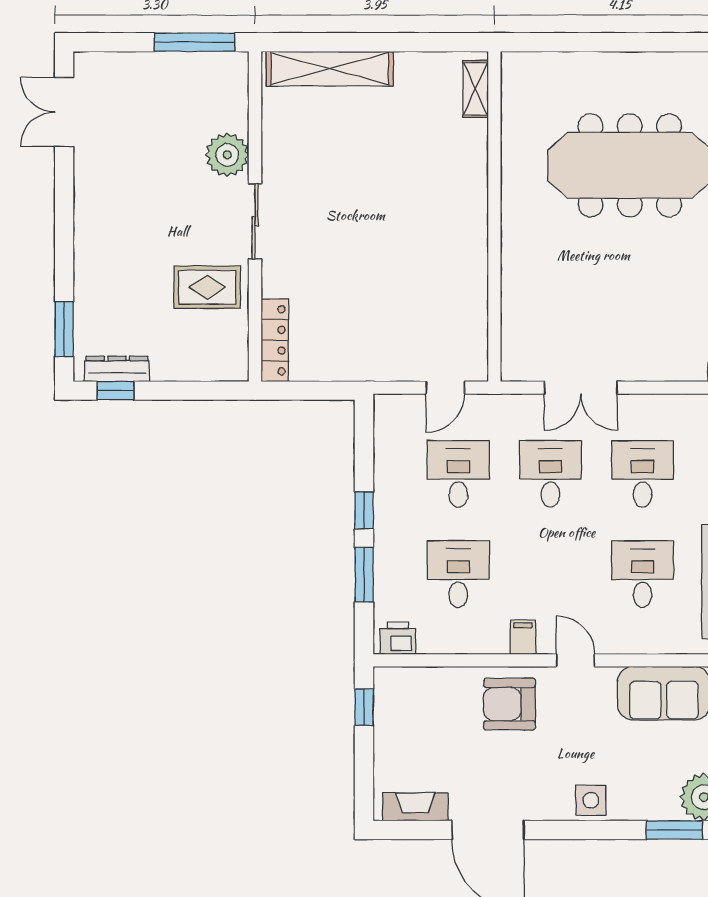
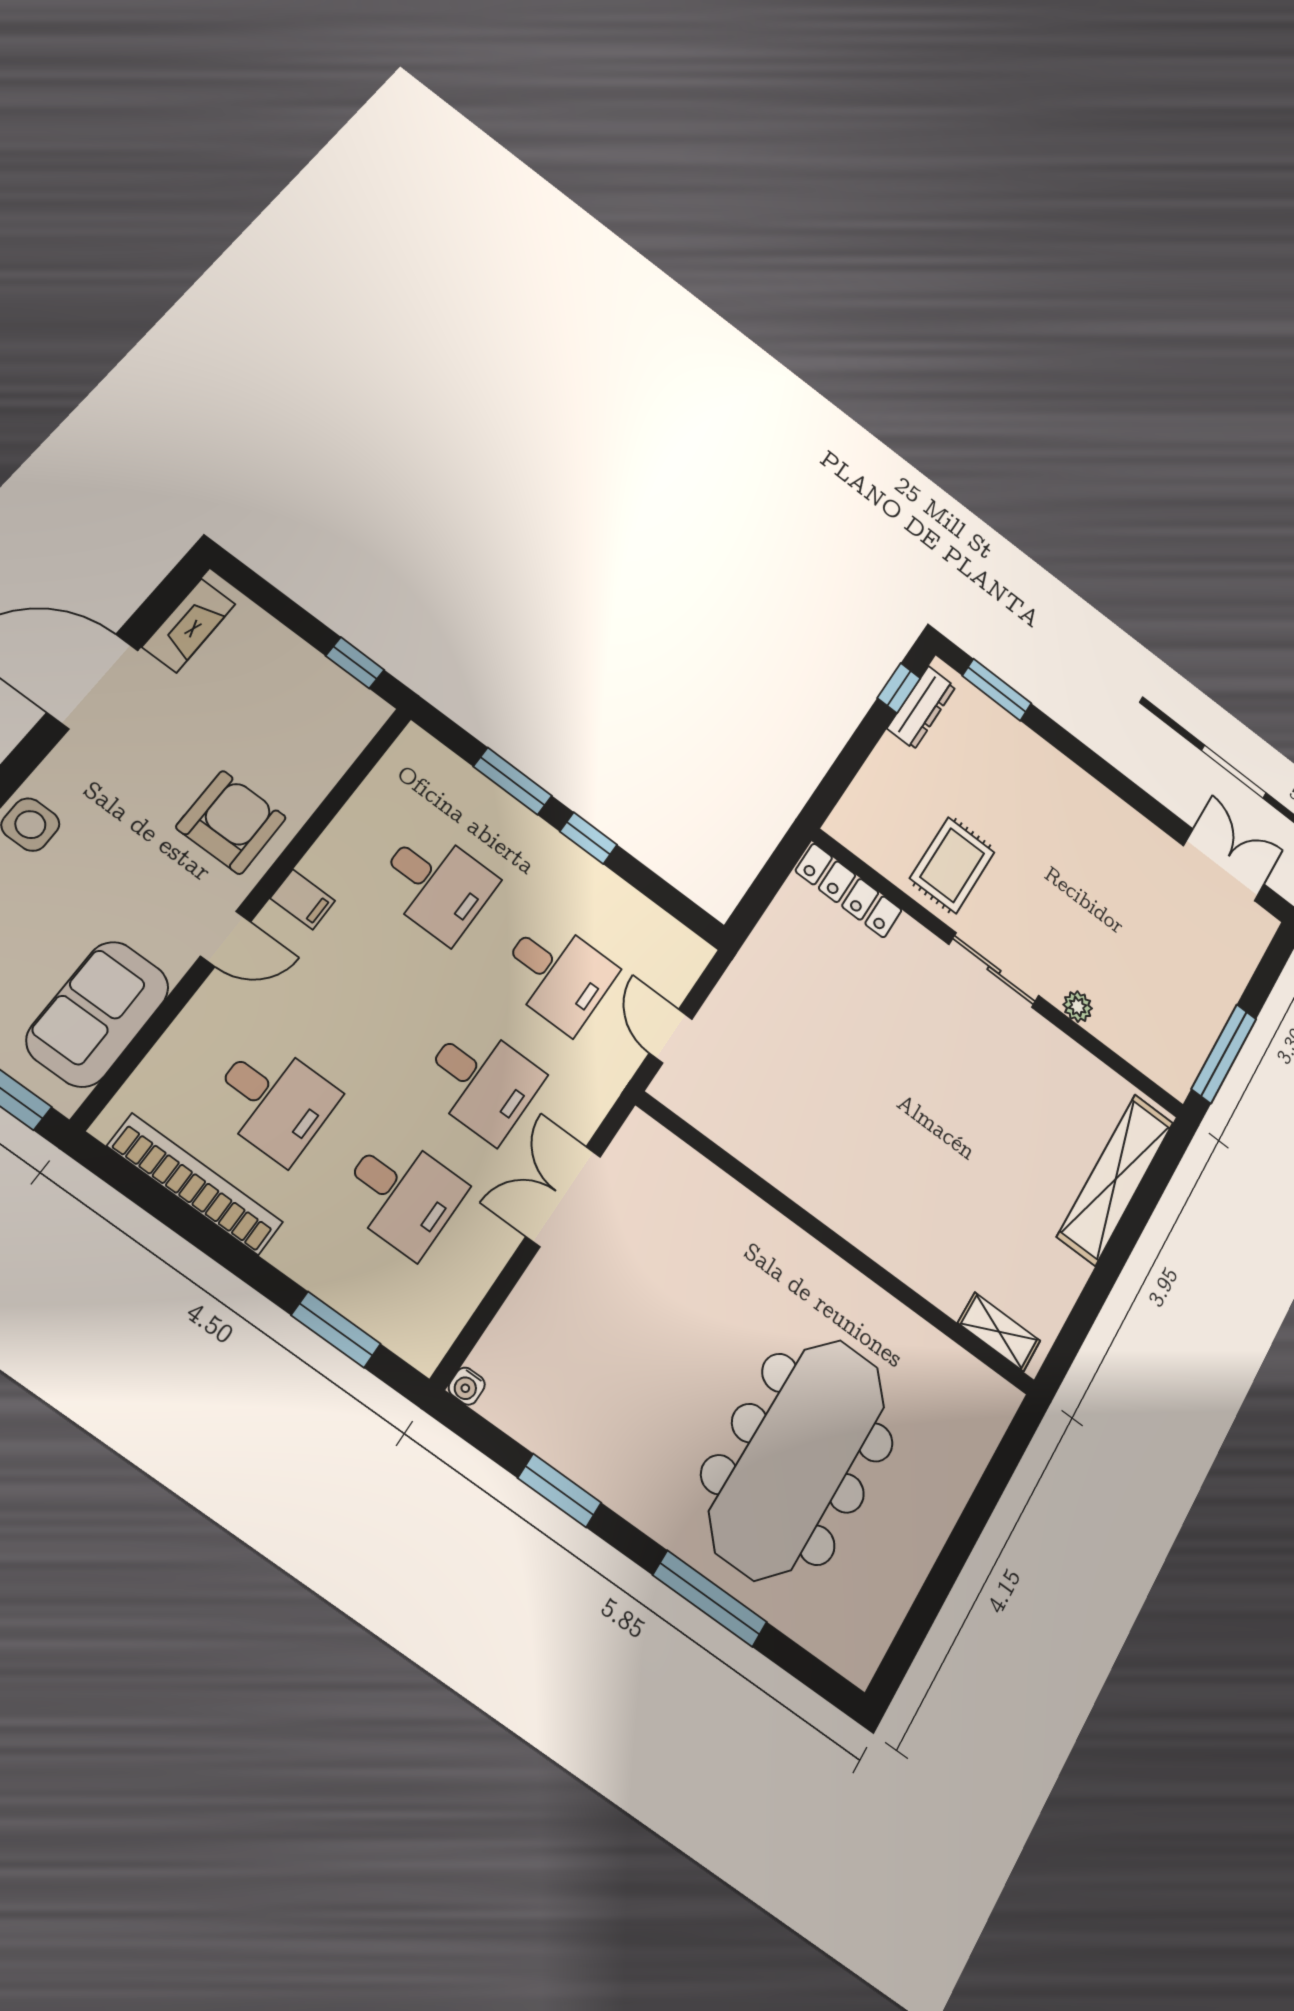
plant: (227, 155) -> (1078, 1007), width x0.53, depth x0.53
printer: (398, 638) -> (410, 760), removed

